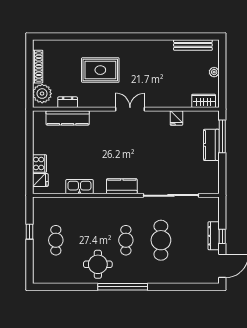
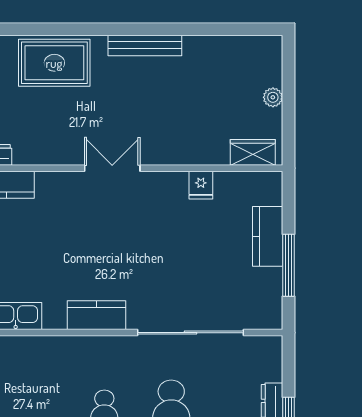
bench: (193, 45) -> (145, 45), moved
rug: (100, 70) -> (54, 63), moved
window: (222, 136) -> (288, 265), moved

